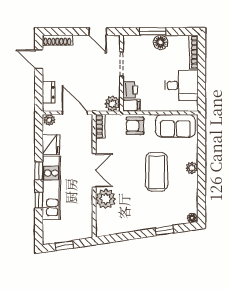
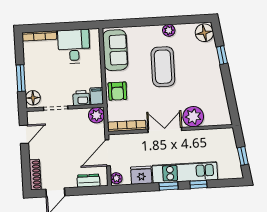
floor lamp: (160, 42) -> (33, 98), moved
bookcase: (100, 127) -> (127, 126), width x1.56
plant: (192, 168) -> (169, 30), moved
coffee table: (156, 172) -> (163, 67), turned 90
floor lamp: (192, 218) -> (204, 33), width x1.89, depth x1.89

